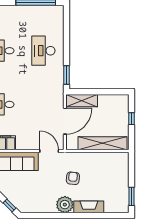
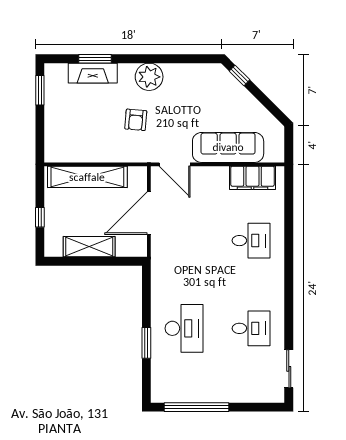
window: (66, 75) -> (146, 343), moved
shelving: (82, 101) -> (89, 247), moved
fireplace: (89, 207) -> (93, 73), moved
window: (98, 216) -> (95, 59), added

